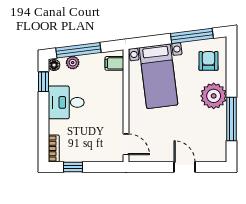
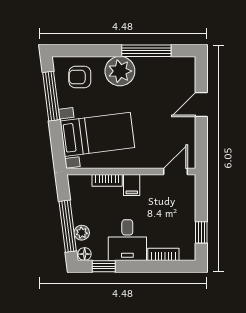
filing cabinet: (114, 63) -> (132, 185), moved
bookcase: (118, 85) -> (107, 180), added
bookcase: (54, 148) -> (163, 254), moved

